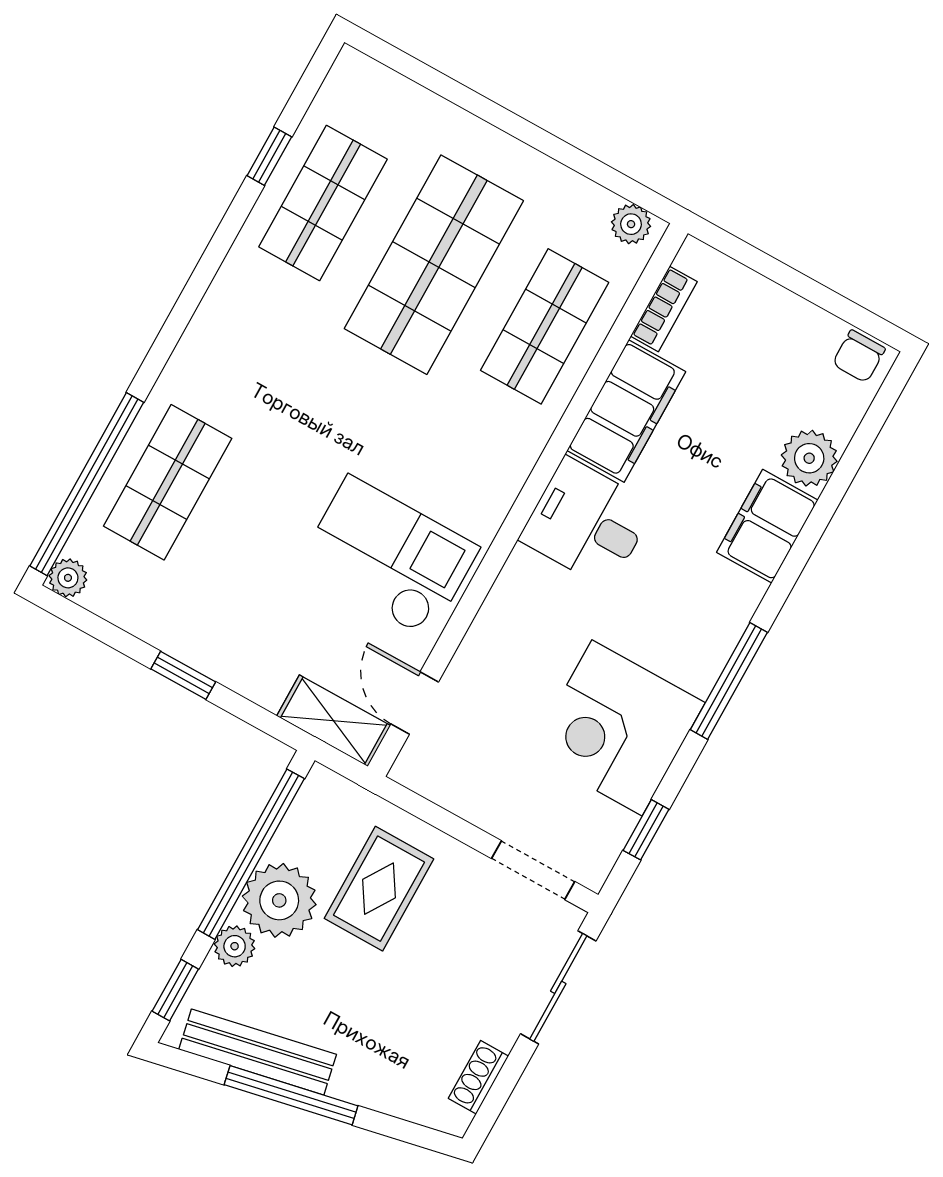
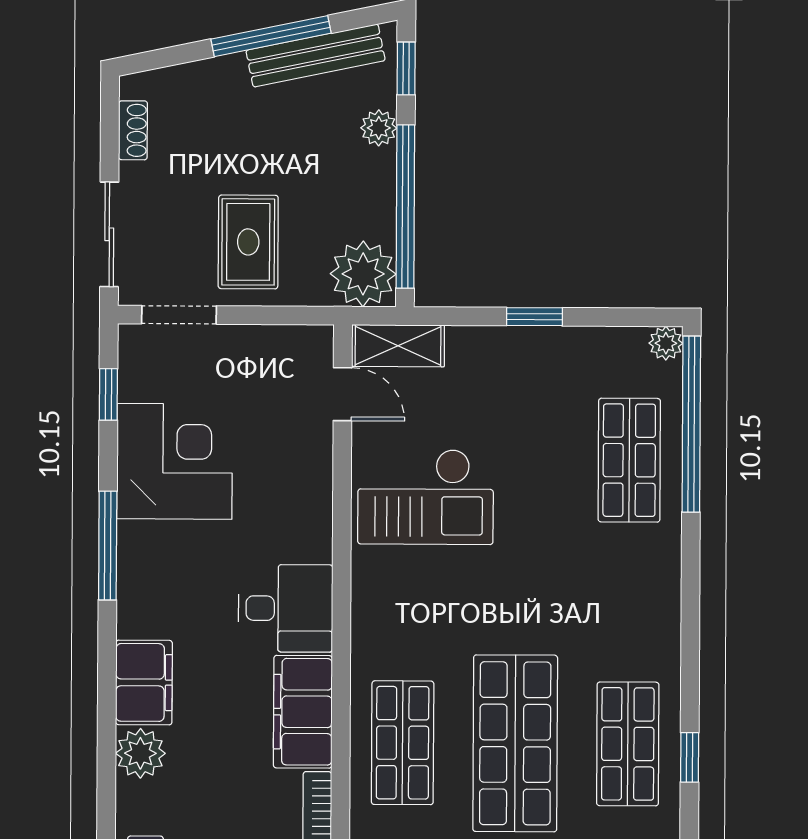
rug: (379, 889) -> (248, 242), moved
plant: (279, 900) -> (363, 274), moved

